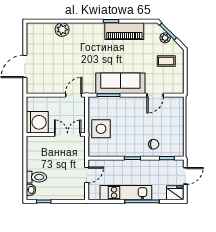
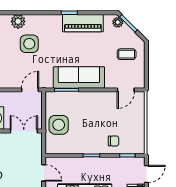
plant: (165, 38) -> (118, 22), moved
side table: (73, 51) -> (29, 44), added
door: (155, 95) -> (126, 90), moved
door: (87, 175) -> (44, 173), hinge flipped

